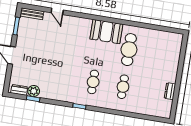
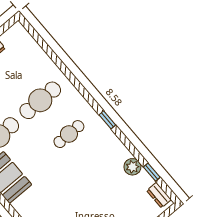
cafe table: (123, 87) -> (40, 100), width x1.37, depth x1.35
plant: (34, 91) -> (132, 167), moved

